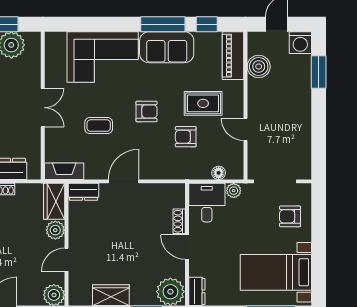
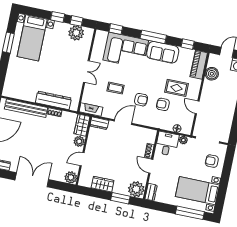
window: (78, 24) -> (116, 29), added
window: (163, 24) -> (153, 37), moved
armchair: (147, 111) -> (141, 100), moved

